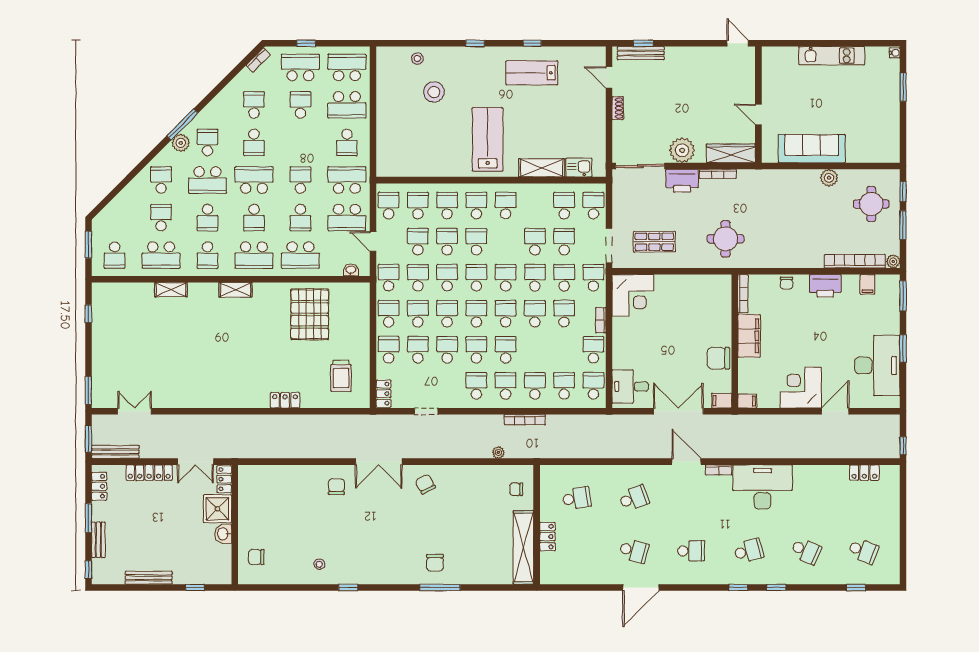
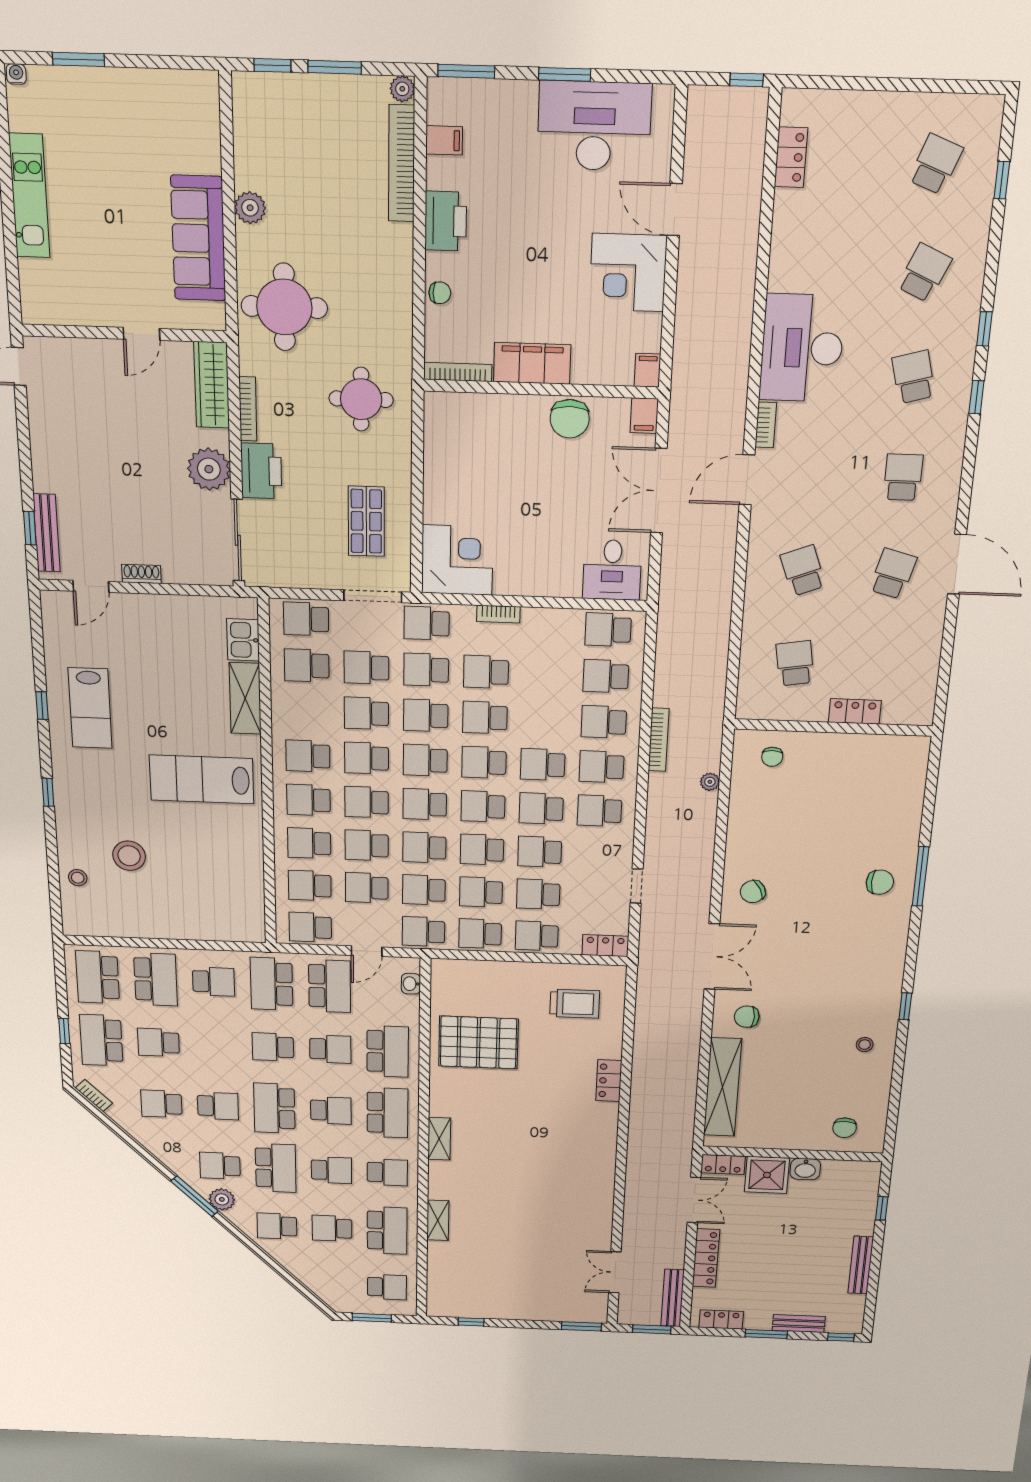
round table: (871, 204) -> (284, 307), moved, width x1.36, depth x1.36
school desk: (593, 350) -> (367, 758), moved
shelving: (523, 547) -> (723, 1087), moved, turned 90

